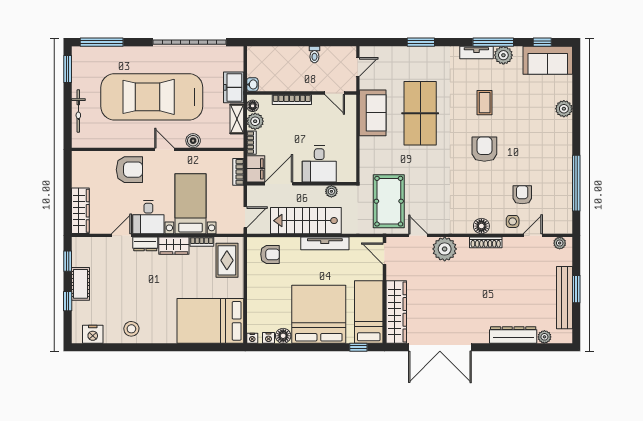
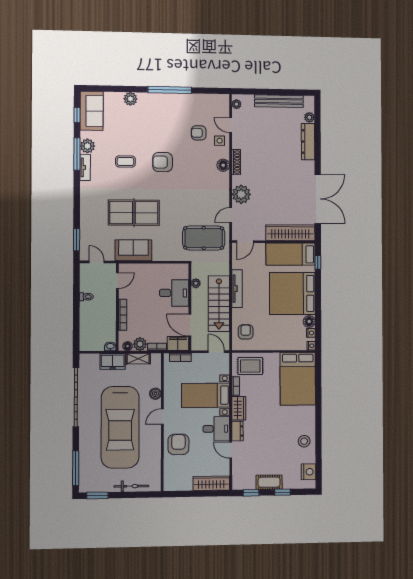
window: (421, 42) -> (77, 240), moved
window: (576, 183) -> (170, 90), moved
window: (576, 289) -> (272, 92), removed

